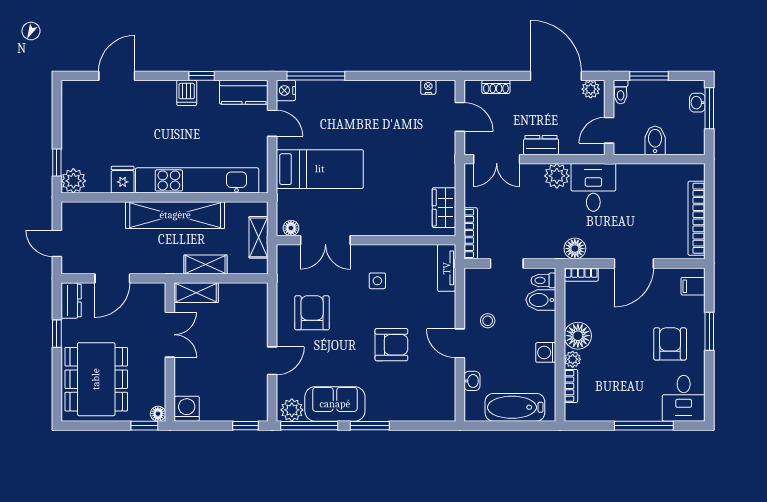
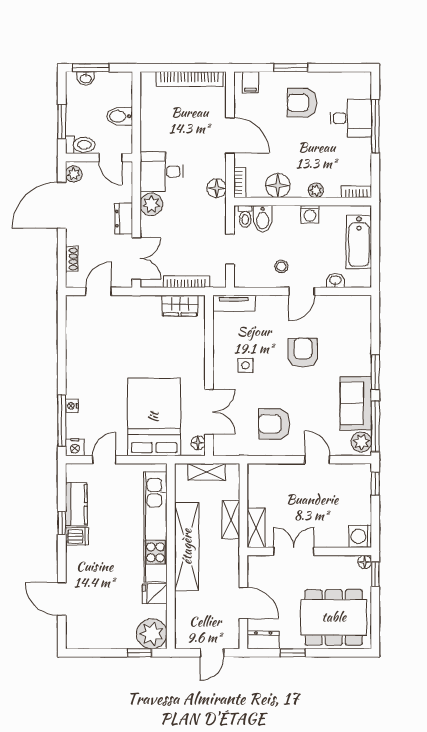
nightstand: (428, 87) -> (72, 406), moved
kitchen counter: (244, 92) -> (76, 504), moved
toilet: (621, 92) -> (80, 145), width x1.37, depth x1.39
bed: (320, 169) -> (154, 417), width x1.50
plant: (73, 181) -> (152, 634), width x1.36, depth x1.36
bookcase: (471, 233) -> (186, 282), moved
floor lamp: (578, 336) -> (278, 186), moved
bookcase: (571, 386) -> (356, 192), moved
desk: (684, 398) -> (351, 118), moved

